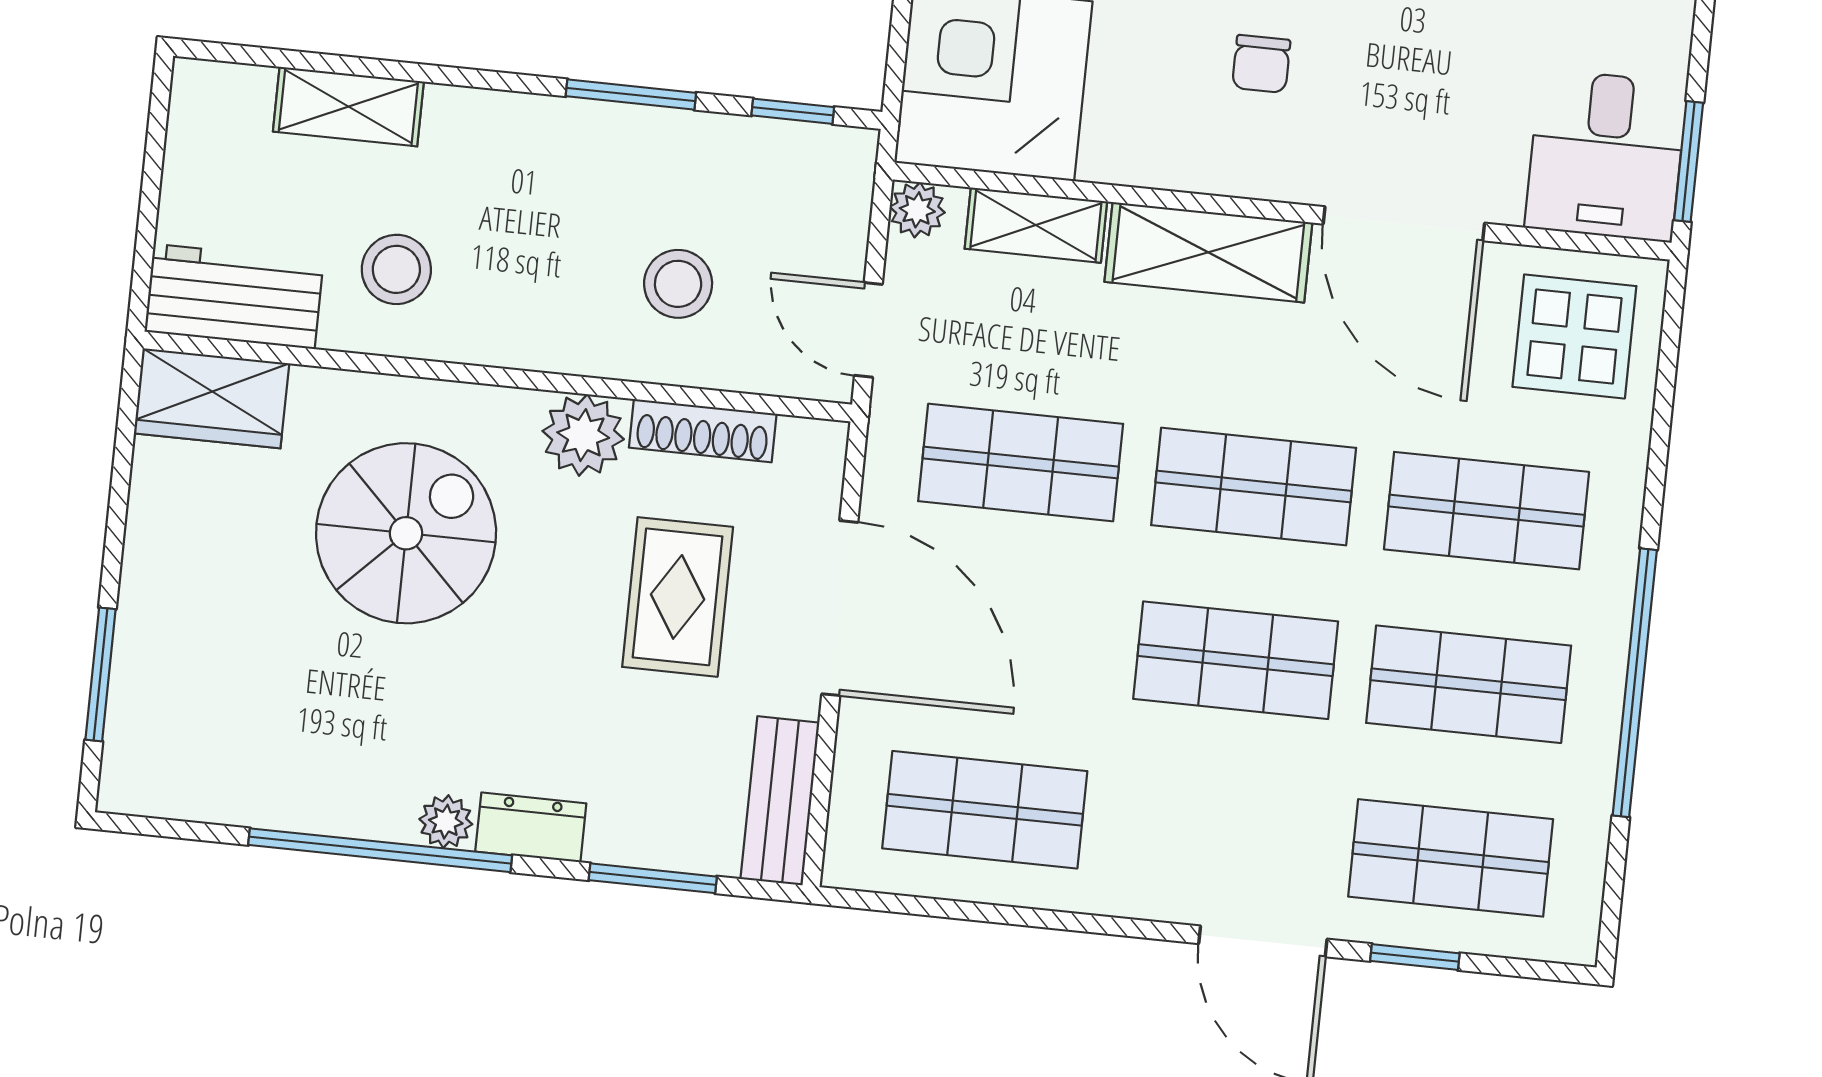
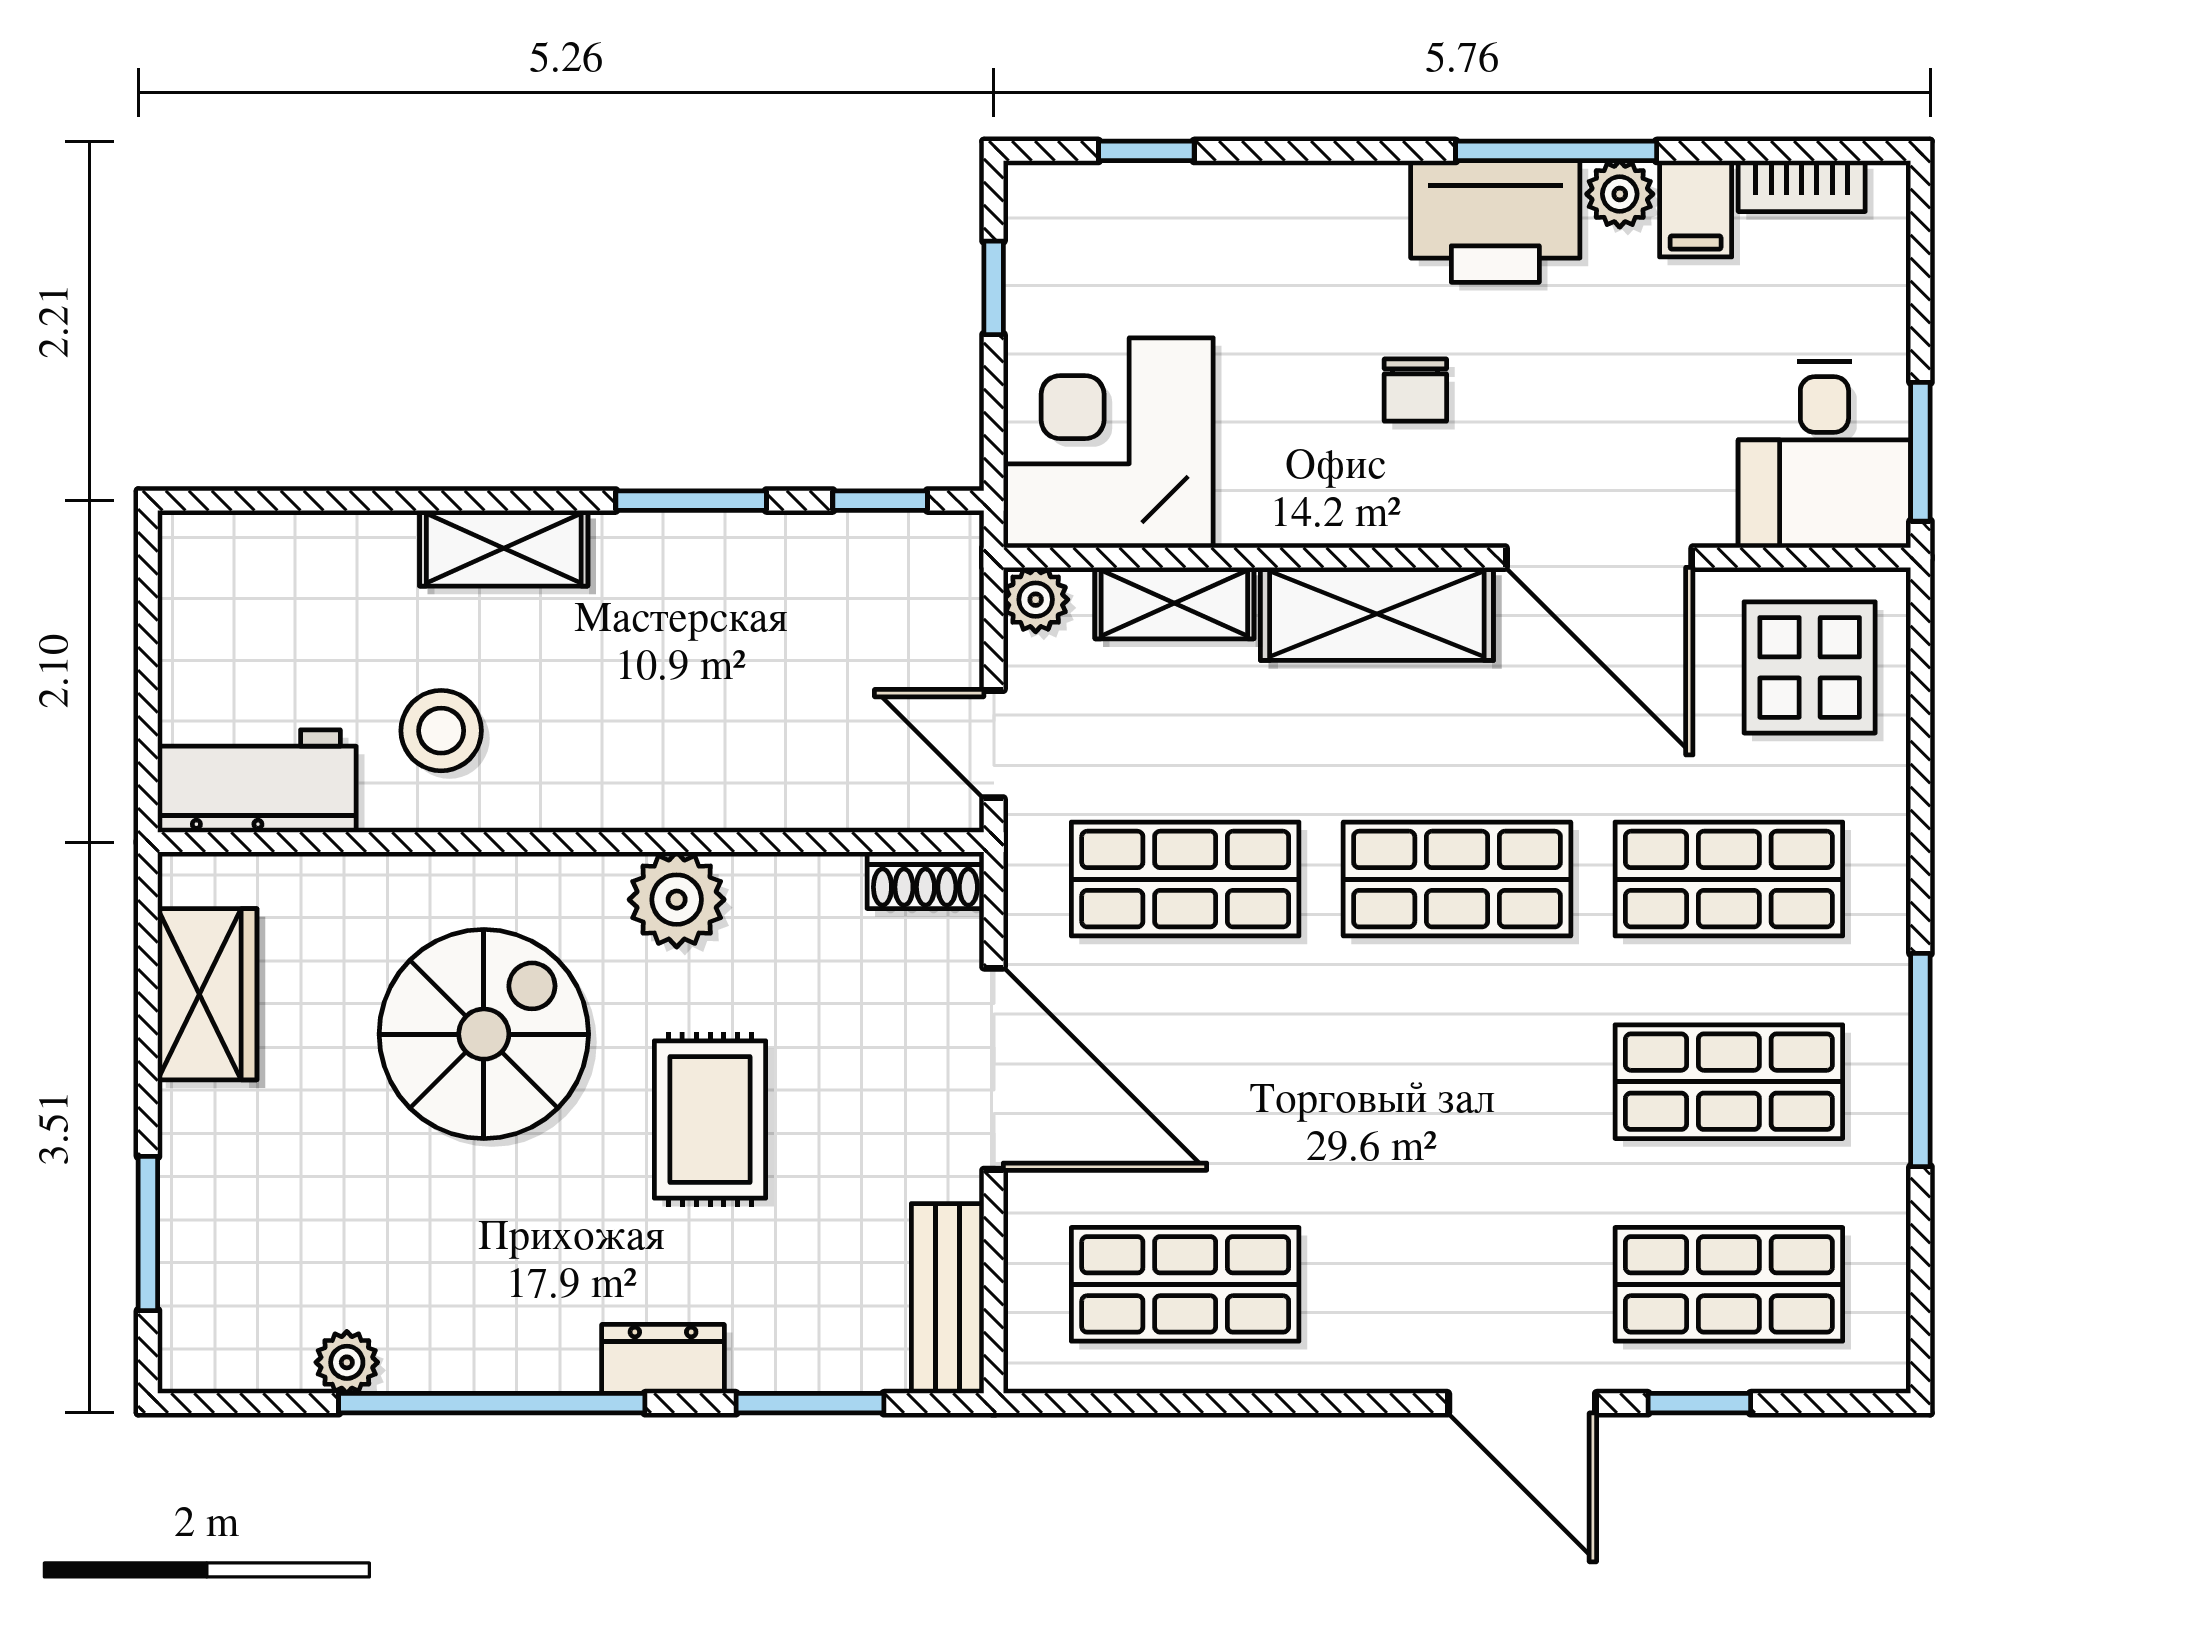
shelving: (348, 107) -> (504, 548), moved
stool: (678, 284) -> (768, 714), removed
wardrobe: (212, 398) -> (207, 994), moved, turned -90
shoe rack: (703, 431) -> (925, 880), moved, width x0.70
rug: (678, 597) -> (710, 1120), moved
shop shelf: (1236, 660) -> (1457, 1082), removed
window: (1635, 683) -> (1920, 1060), width x0.68
plant: (446, 822) -> (347, 1362), moved

